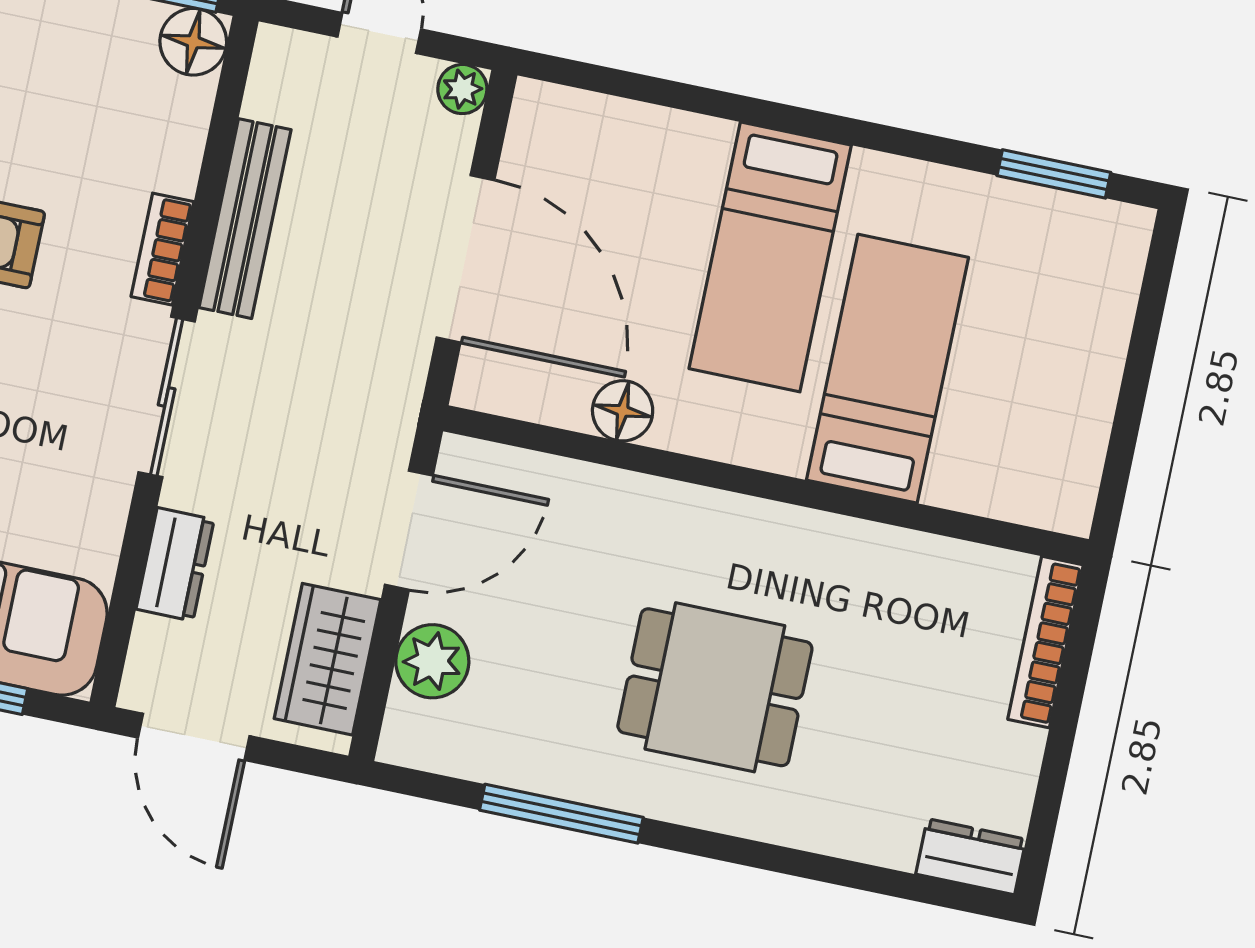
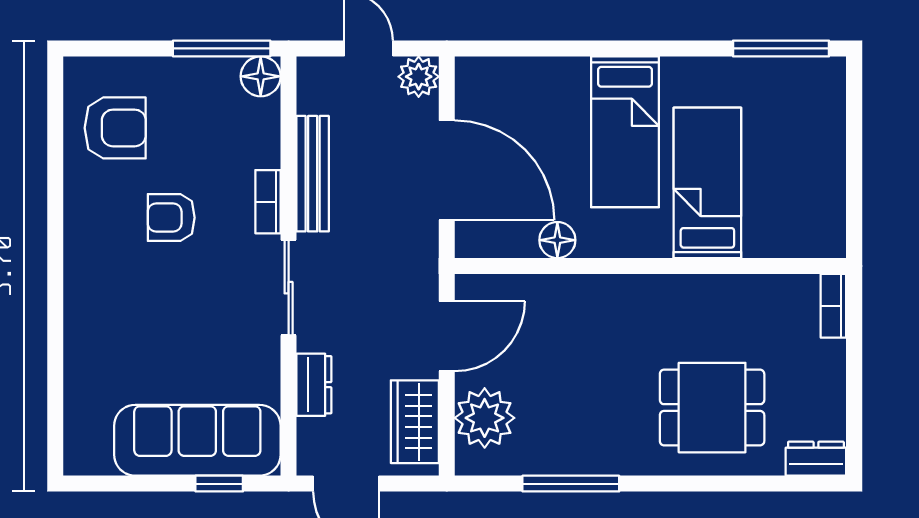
plant: (462, 89) -> (419, 77), width x1.38, depth x1.38
window: (1054, 174) -> (781, 48), width x1.44
bookcase: (1046, 642) -> (833, 306), width x0.64
plant: (432, 661) -> (485, 418), width x1.36, depth x1.36
dining table: (715, 687) -> (712, 408), moved

